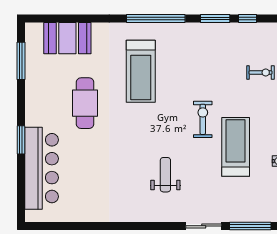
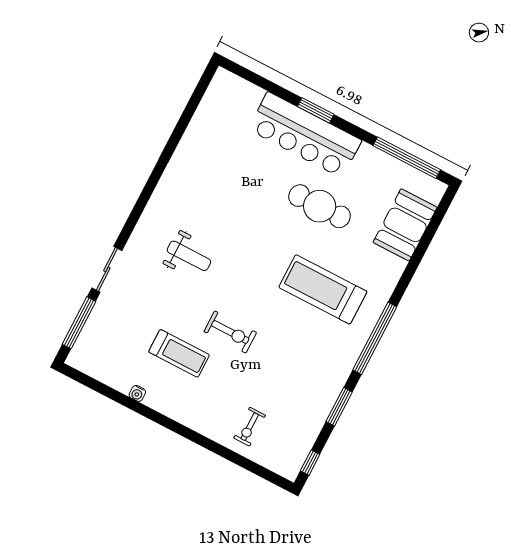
window: (247, 18) -> (310, 463), moved
window: (21, 61) -> (407, 158), width x1.46
treadmill: (236, 147) -> (179, 353), width x0.73, depth x0.73
bar counter: (42, 168) -> (305, 135), moved

